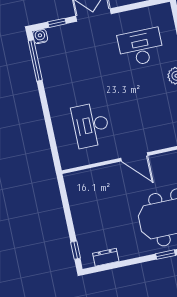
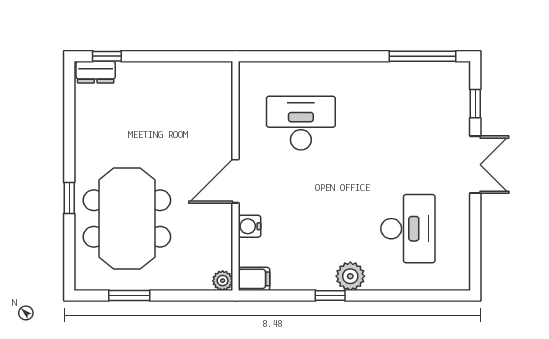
water cooler: (40, 36) -> (250, 226), moved, turned 180
dresser: (106, 257) -> (96, 72), moved, turned 90

